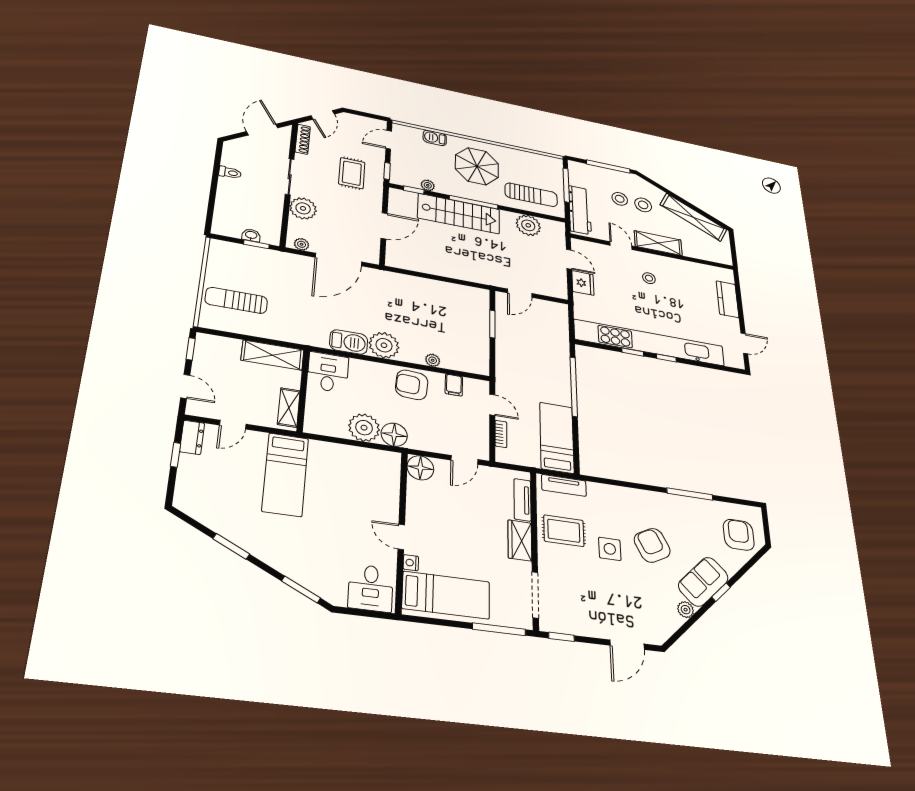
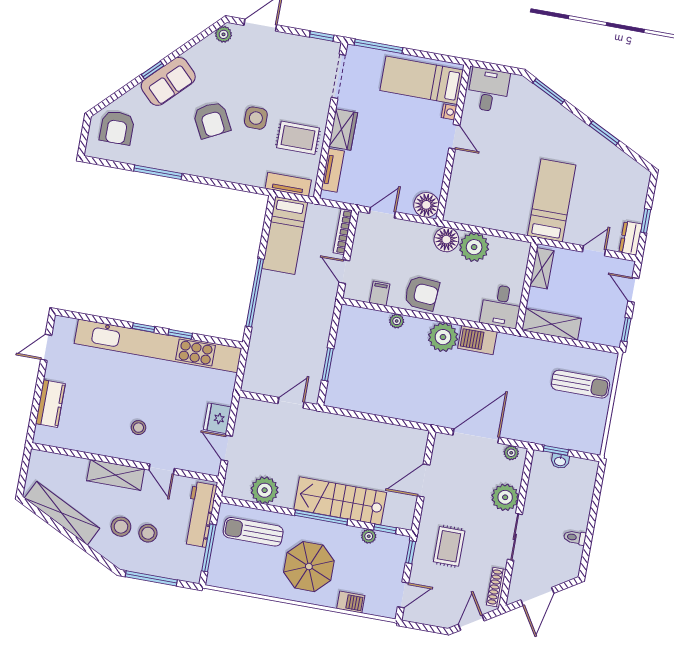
bookcase: (501, 434) -> (343, 232), width x1.56
plant: (686, 610) -> (224, 34), moved

